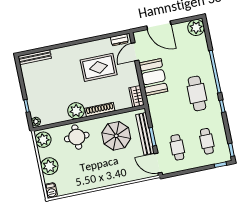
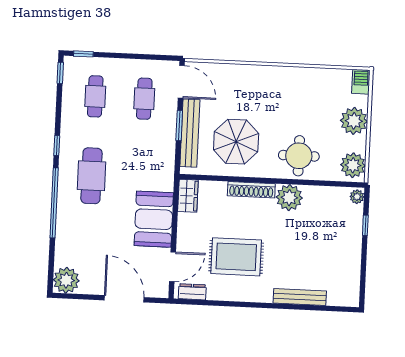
bench: (35, 57) -> (300, 297), moved

